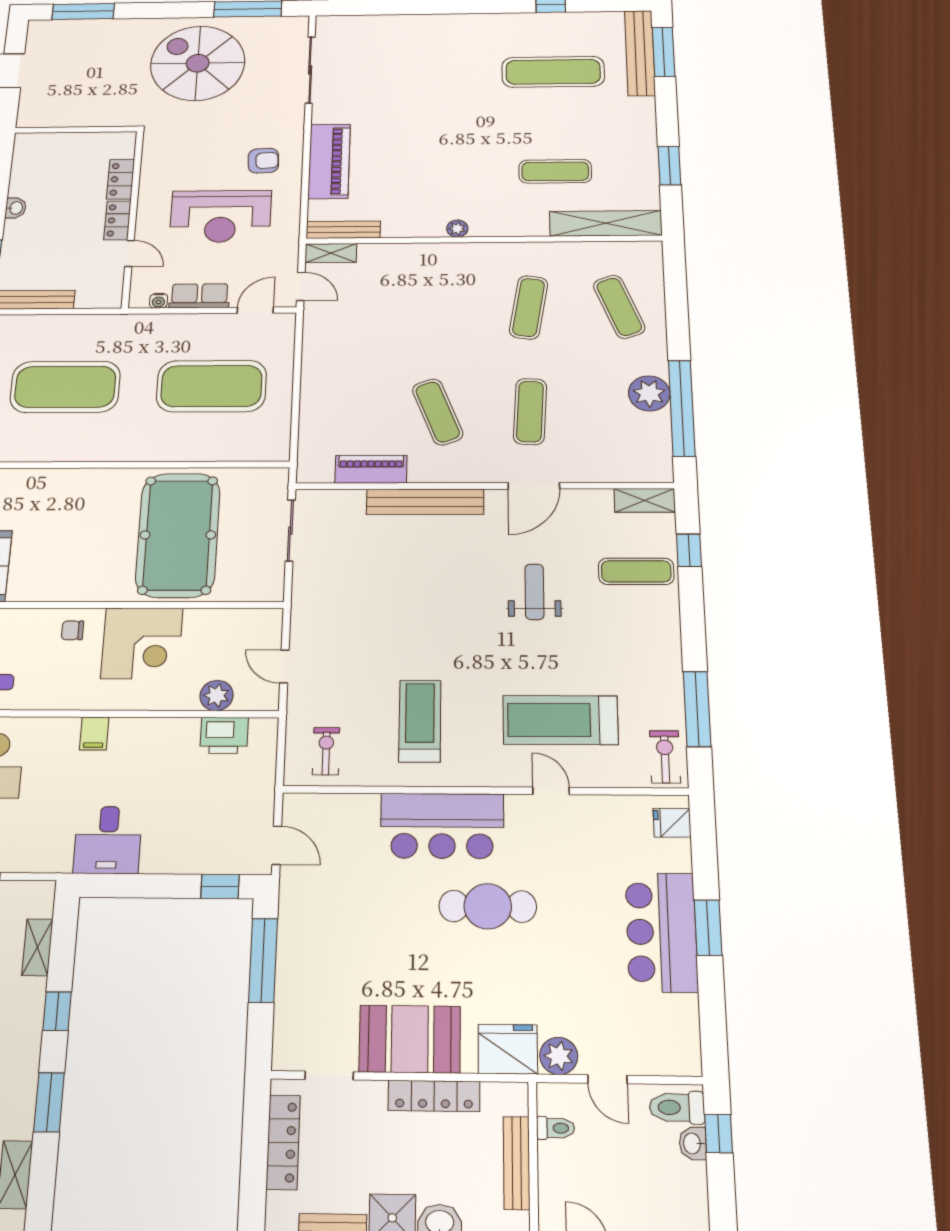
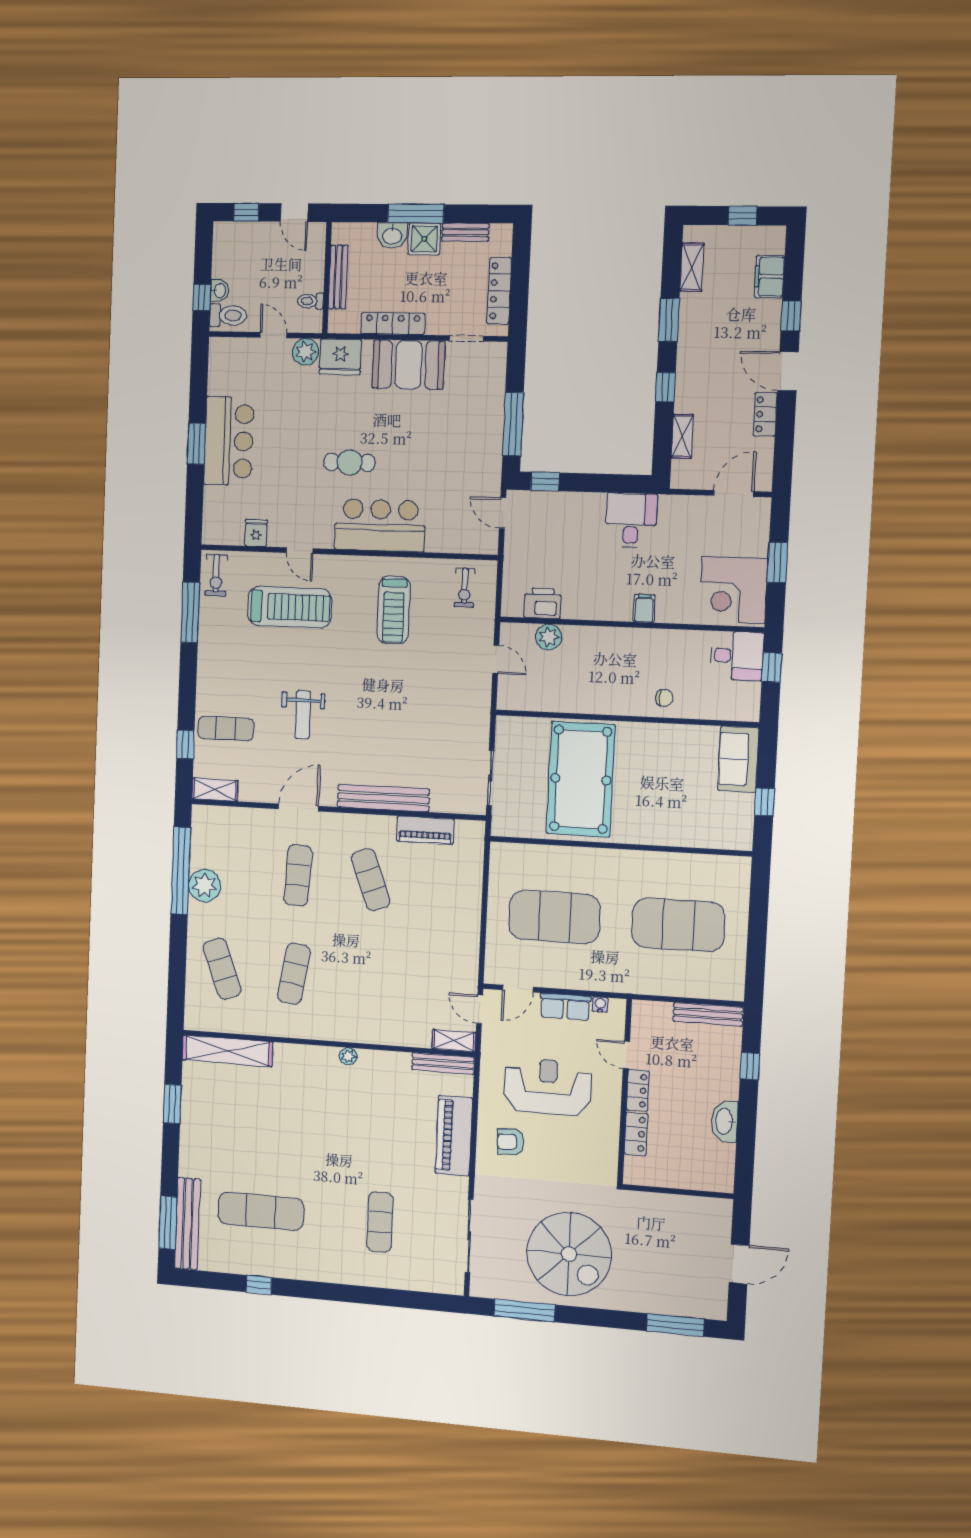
exercise mat: (555, 171) -> (380, 1222), moved, turned 90
washbasin: (16, 208) -> (725, 1121), width x1.91, depth x1.45
corner desk: (142, 643) -> (608, 684), removed
fridge: (672, 823) -> (256, 533), moved, turned -90
cafe table: (488, 906) -> (350, 462), width x0.73, depth x0.74

